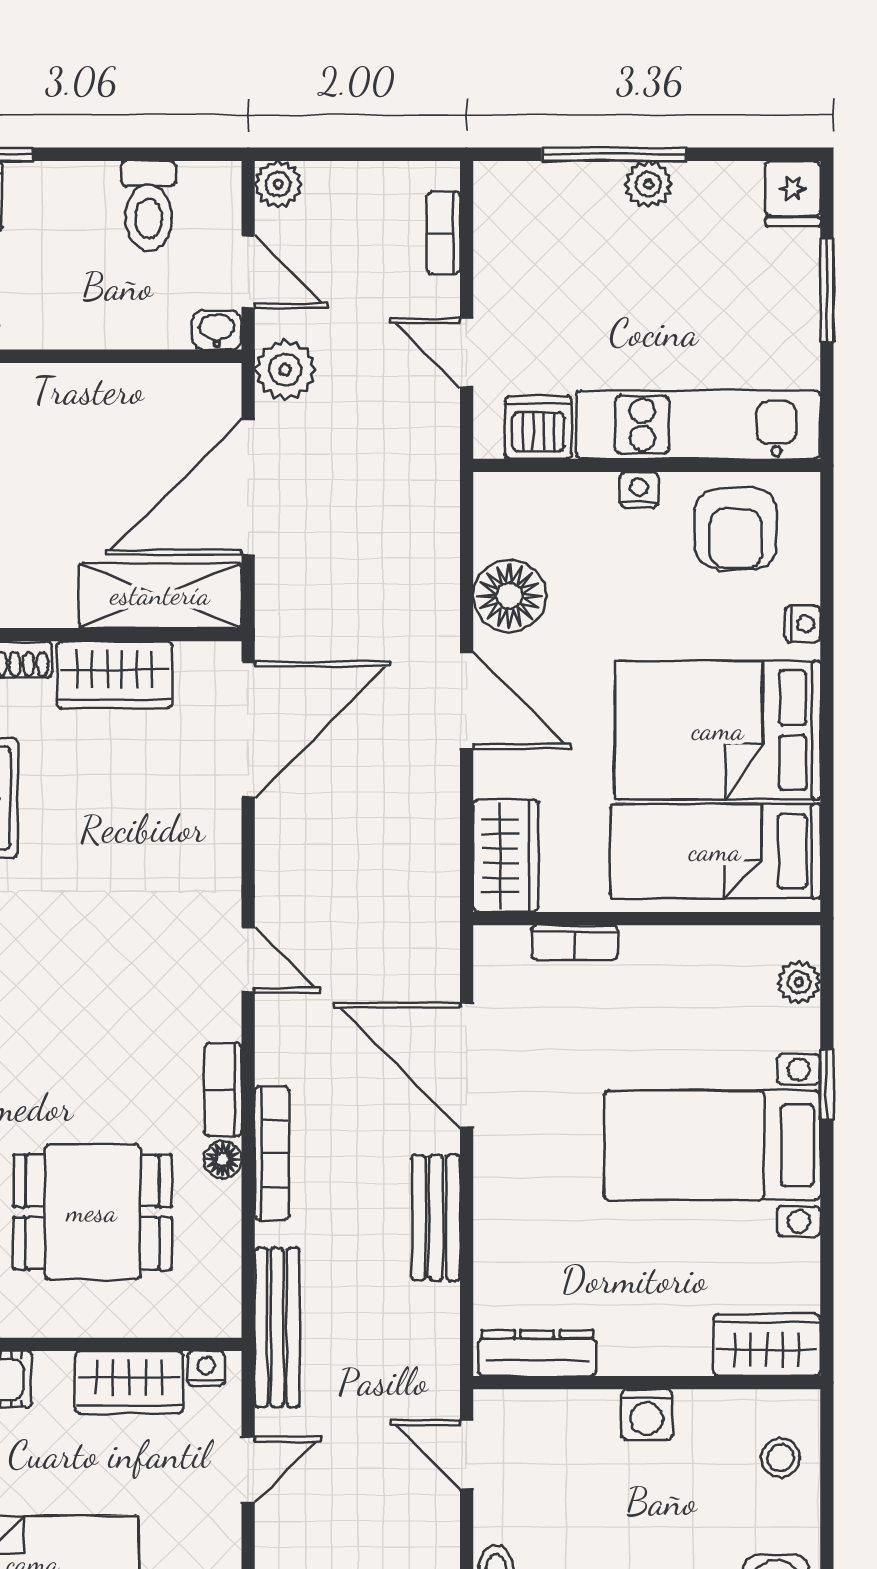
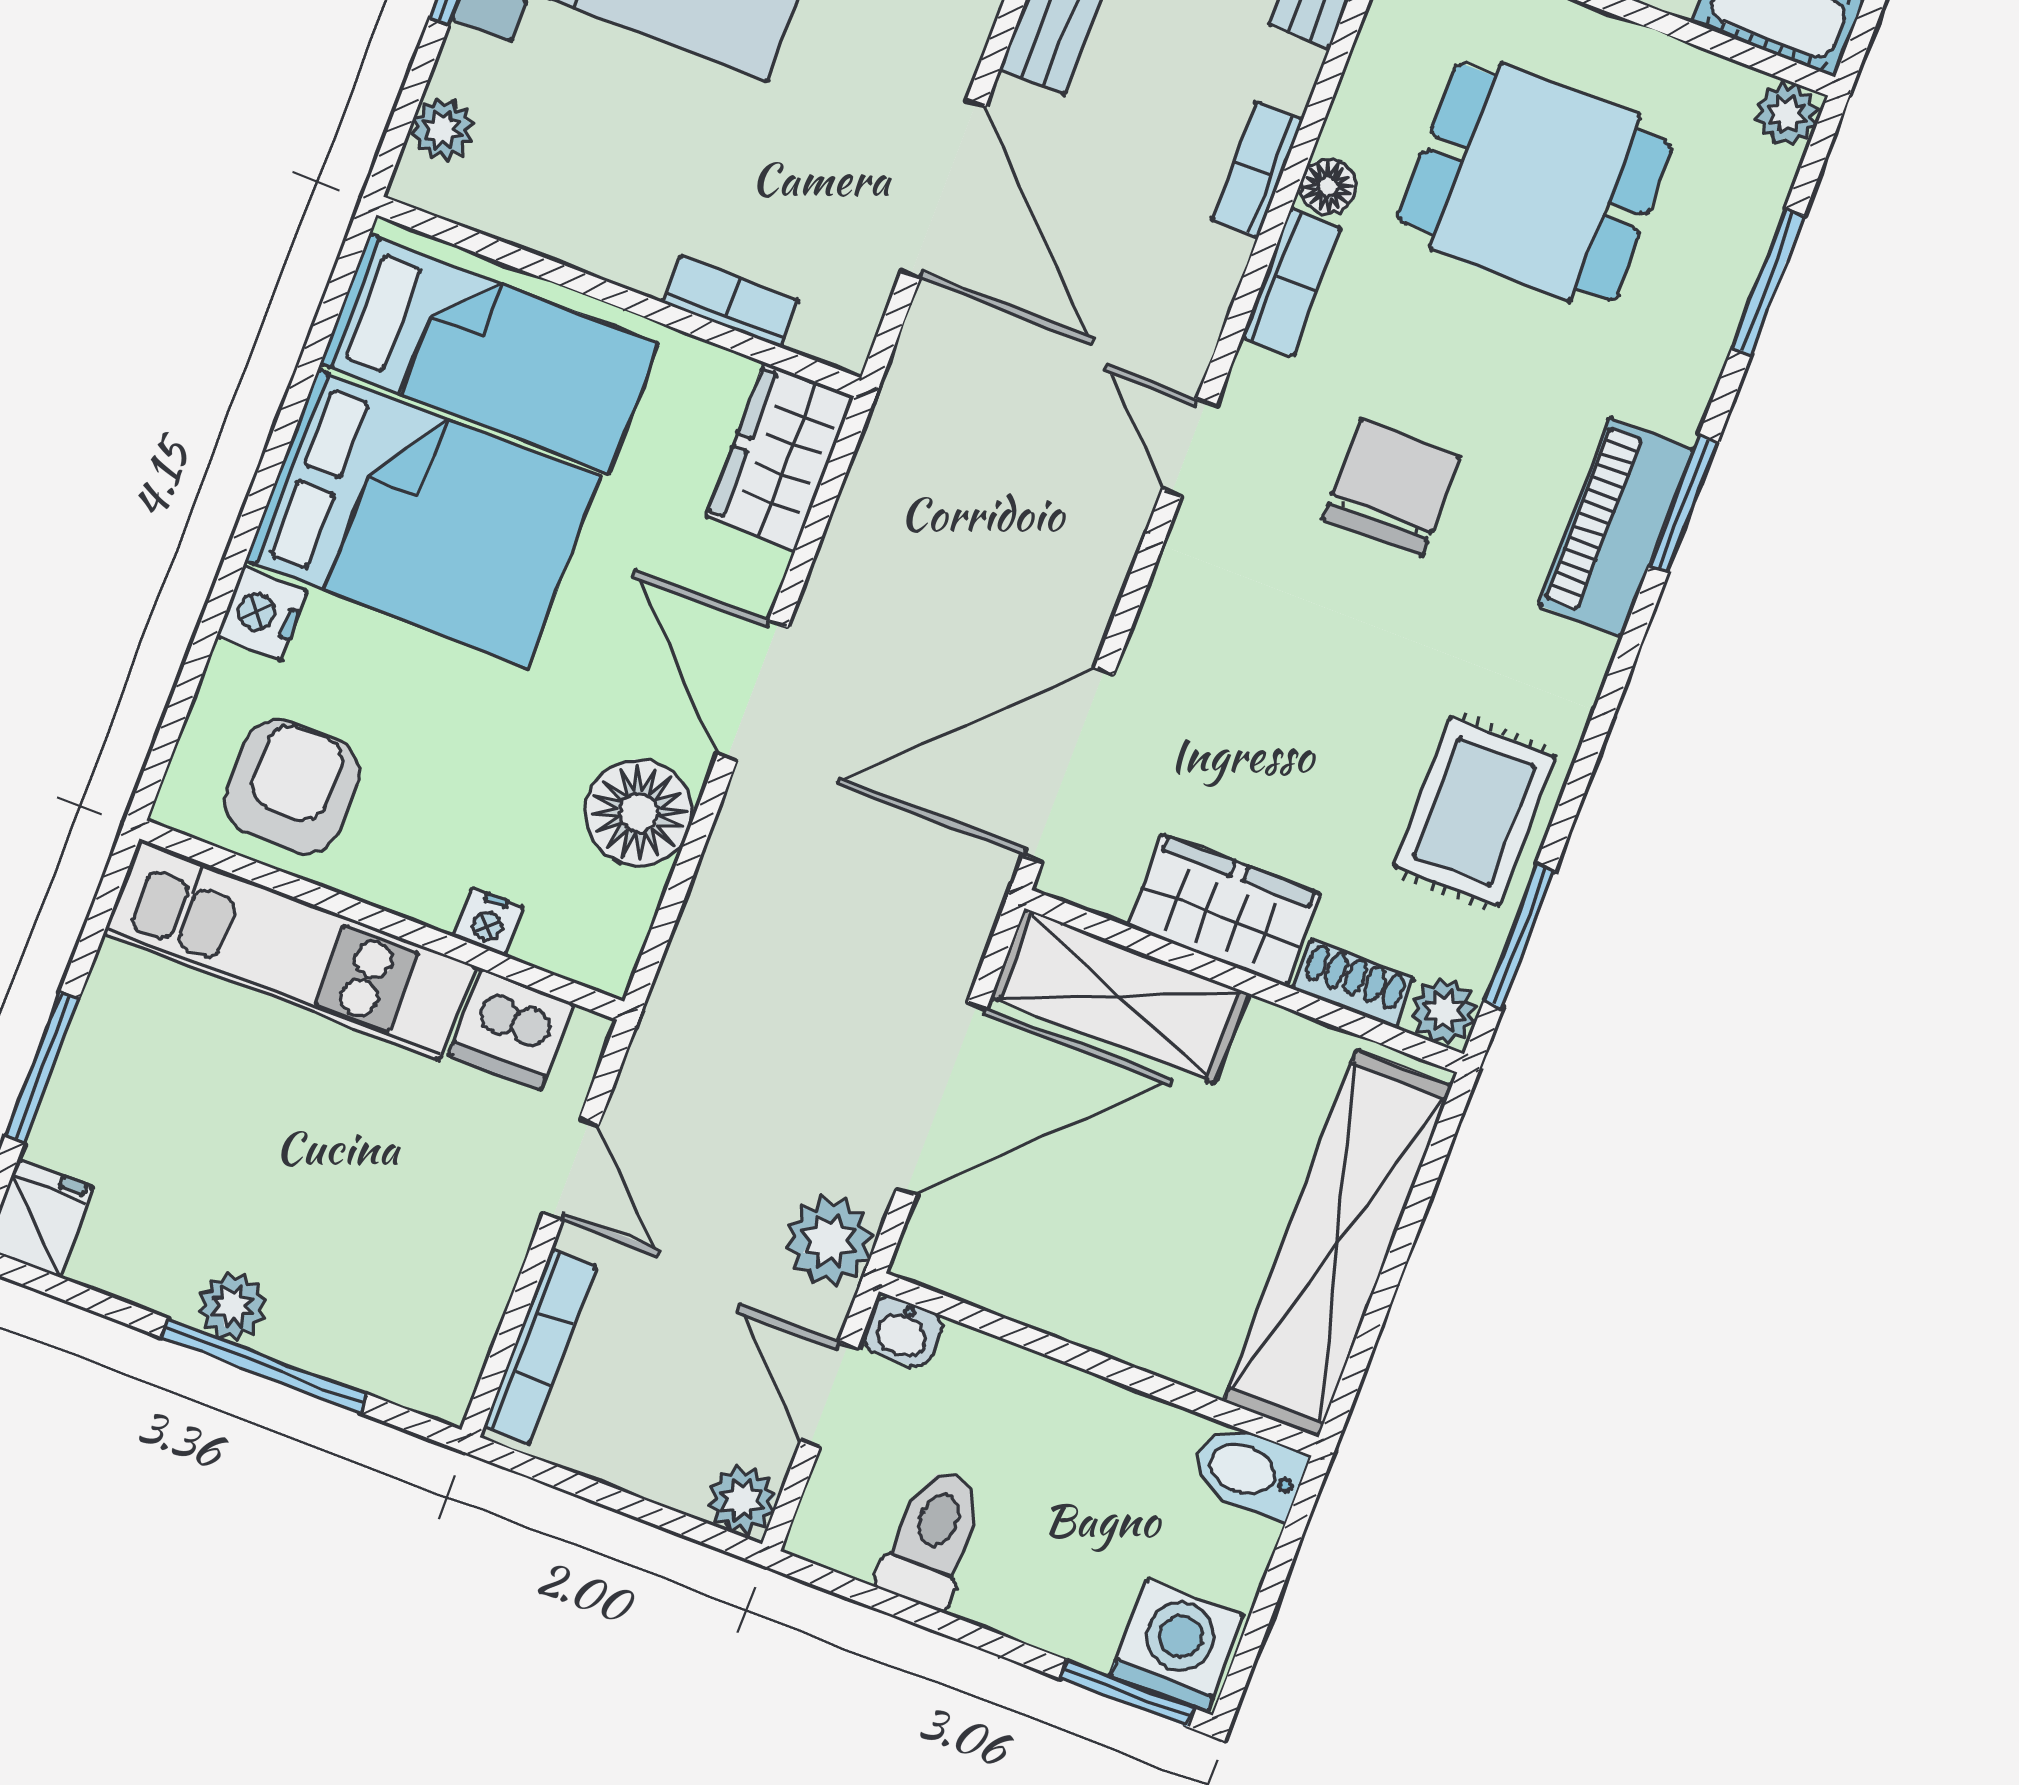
bookcase: (443, 233) -> (540, 1347), width x1.56
nightstand: (639, 490) -> (488, 922), moved
nightstand: (803, 624) -> (262, 614), width x1.39, depth x1.35
chair: (110, 983) -> (1392, 488), added
bookcase: (272, 1153) -> (1257, 170), width x0.64

